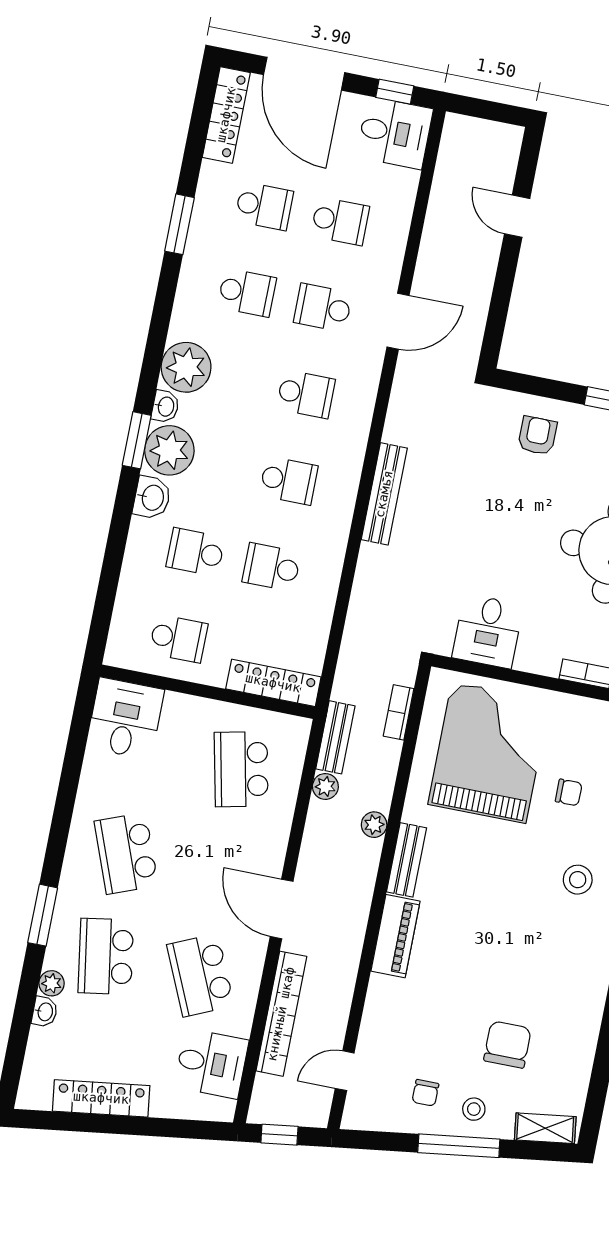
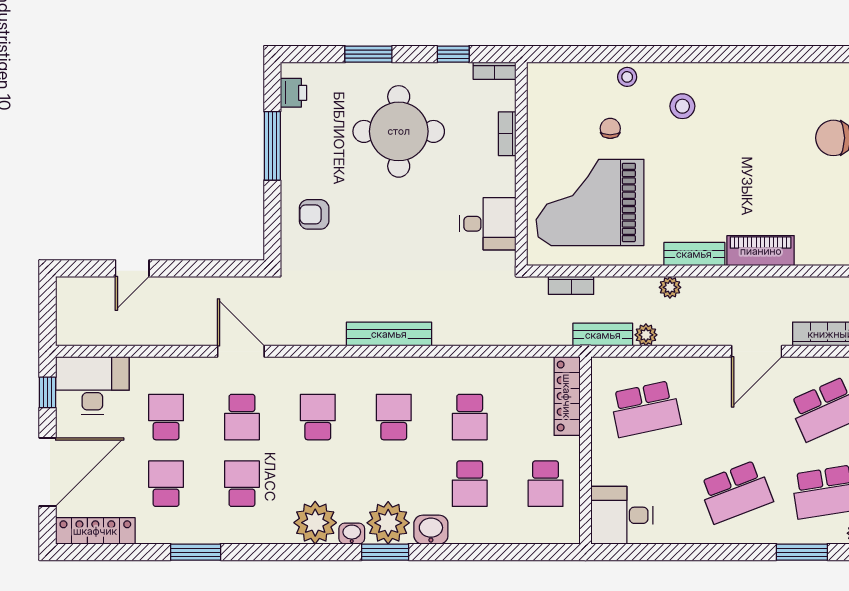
desk: (395, 133) -> (92, 386), width x1.37
school desk: (178, 639) -> (546, 484), turned 180

